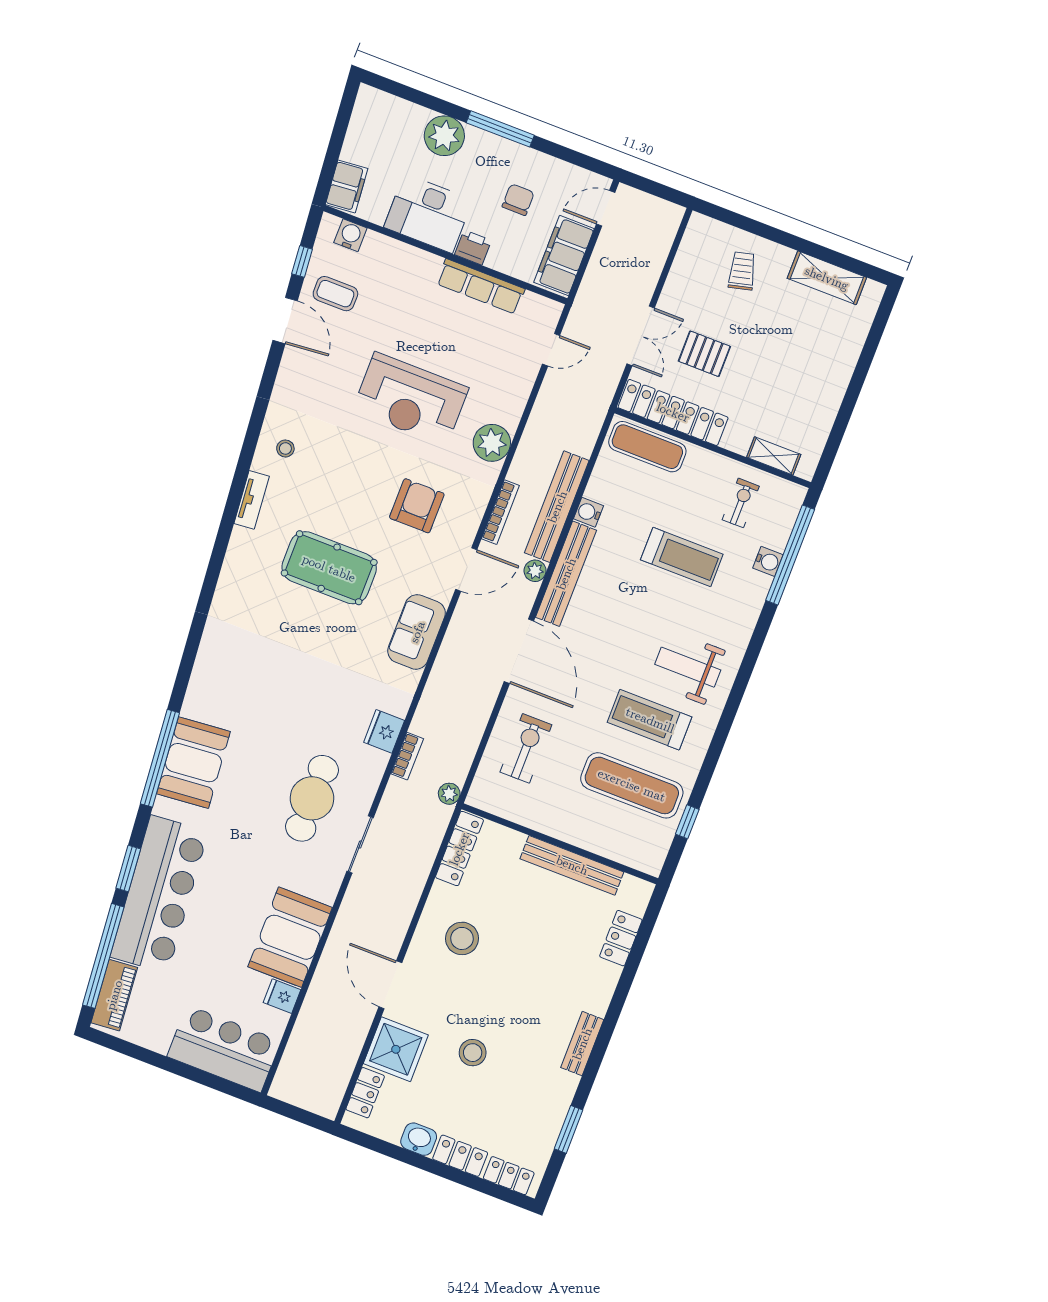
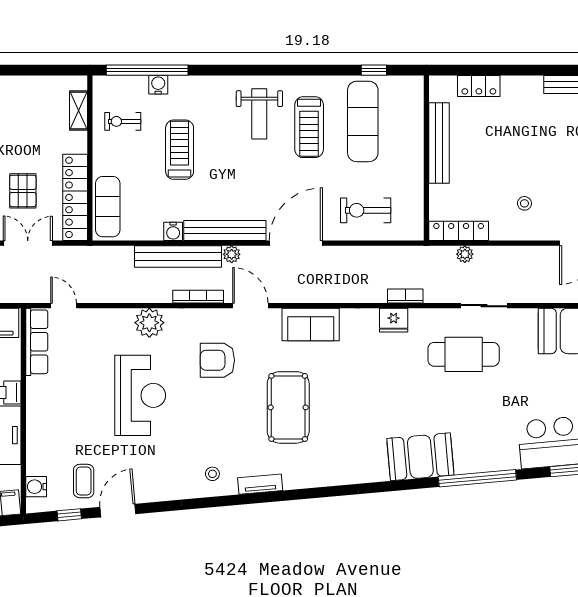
row of seats: (481, 286) -> (37, 342), moved
booth: (193, 763) -> (420, 457), moved
plant: (449, 794) -> (465, 254), moved
stool: (462, 938) -> (524, 203), width x0.53, depth x0.53

